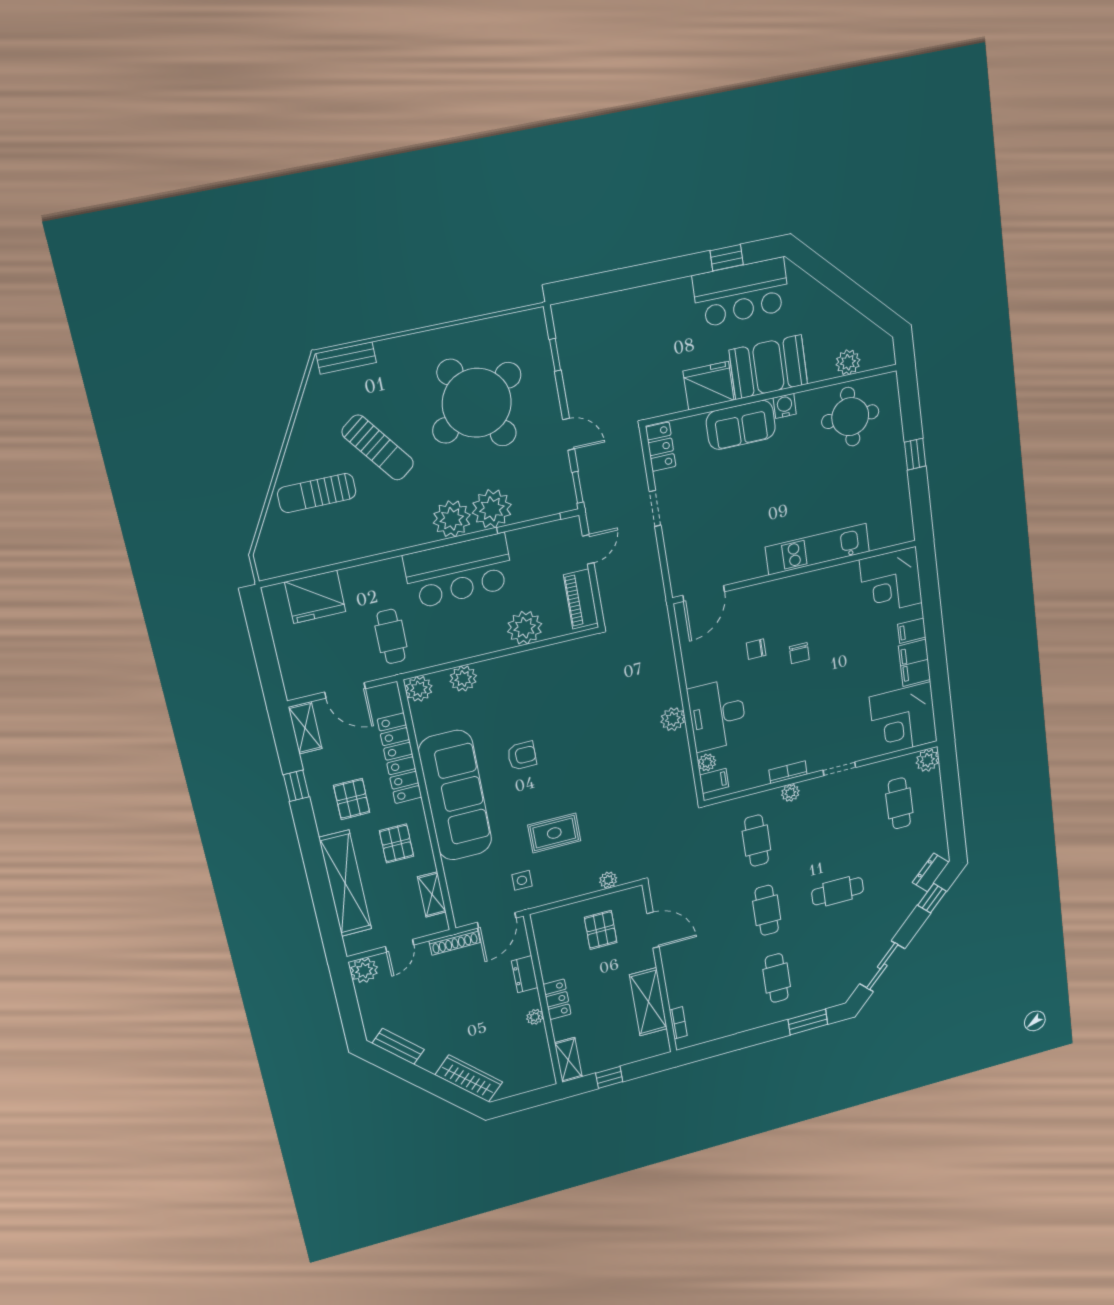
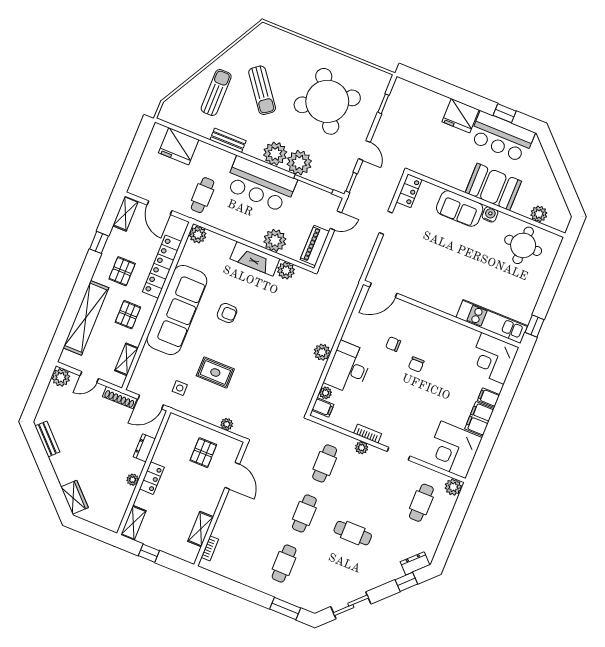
bench: (346, 358) -> (228, 140), moved
fridge: (709, 386) -> (461, 116), moved, turned 180
window: (915, 454) -> (535, 326), moved
sun lounger: (317, 493) -> (216, 93), turned 90
kitchen unit: (817, 549) -> (492, 322), moved
fireplace: (514, 668) -> (255, 259), added
plant: (463, 679) -> (286, 271), moved
shelving: (648, 1002) -> (201, 529), width x0.67, depth x0.75
wardrobe: (469, 1078) -> (74, 497), width x0.67

